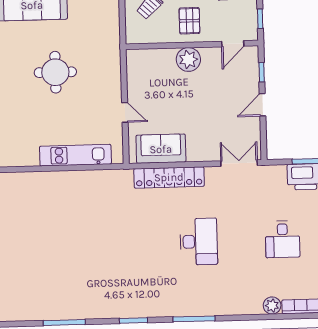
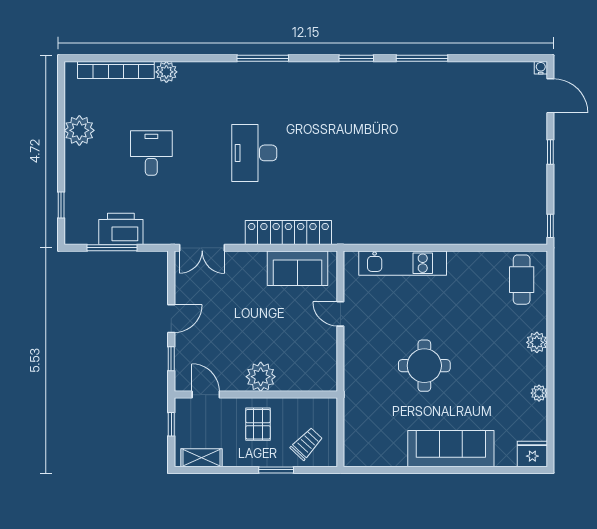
door: (233, 44) -> (206, 395), hinge flipped
window: (133, 321) -> (356, 58), moved

